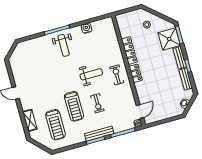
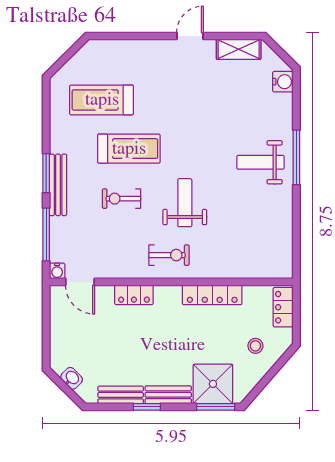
locker: (126, 17) -> (283, 307), added
water cooler: (87, 28) -> (283, 82), moved
locker: (136, 73) -> (134, 295), moved
weight bench: (91, 74) -> (185, 203), turned 180
treadmill: (74, 106) -> (129, 149), turned 180
shelving: (30, 120) -> (239, 49), moved

